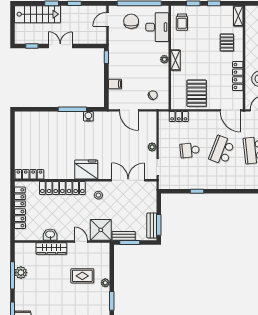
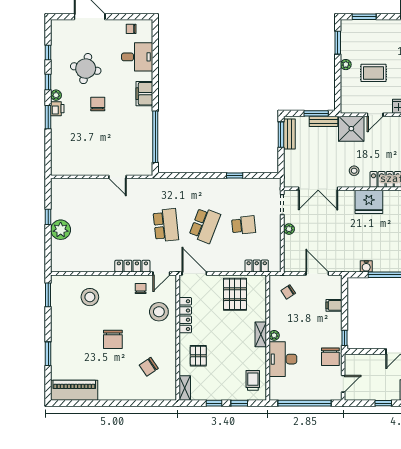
chair: (131, 21) -> (330, 357), moved
desk: (157, 27) -> (283, 359), moved
door: (81, 241) -> (375, 115), hinge flipped

